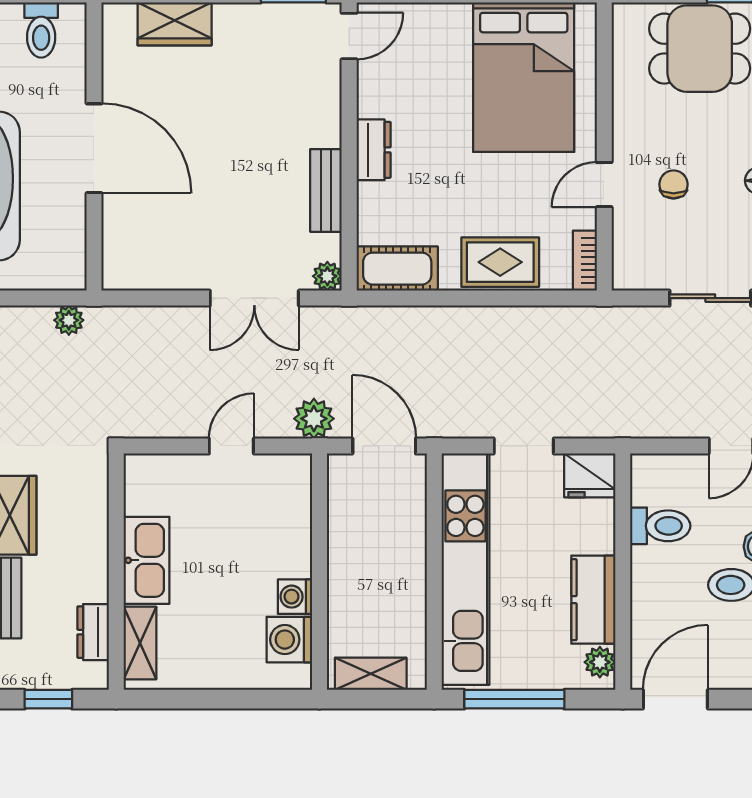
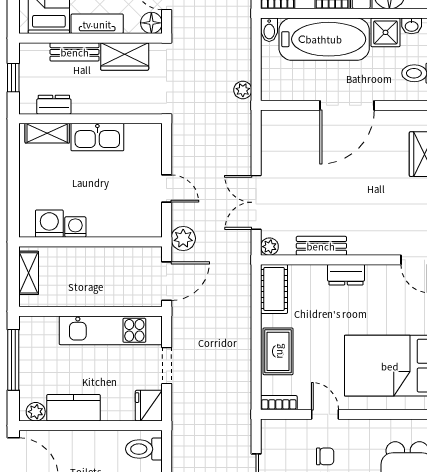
toilet: (660, 526) -> (144, 449), moved, turned 90
kitchen unit: (465, 569) -> (111, 330), width x0.73

